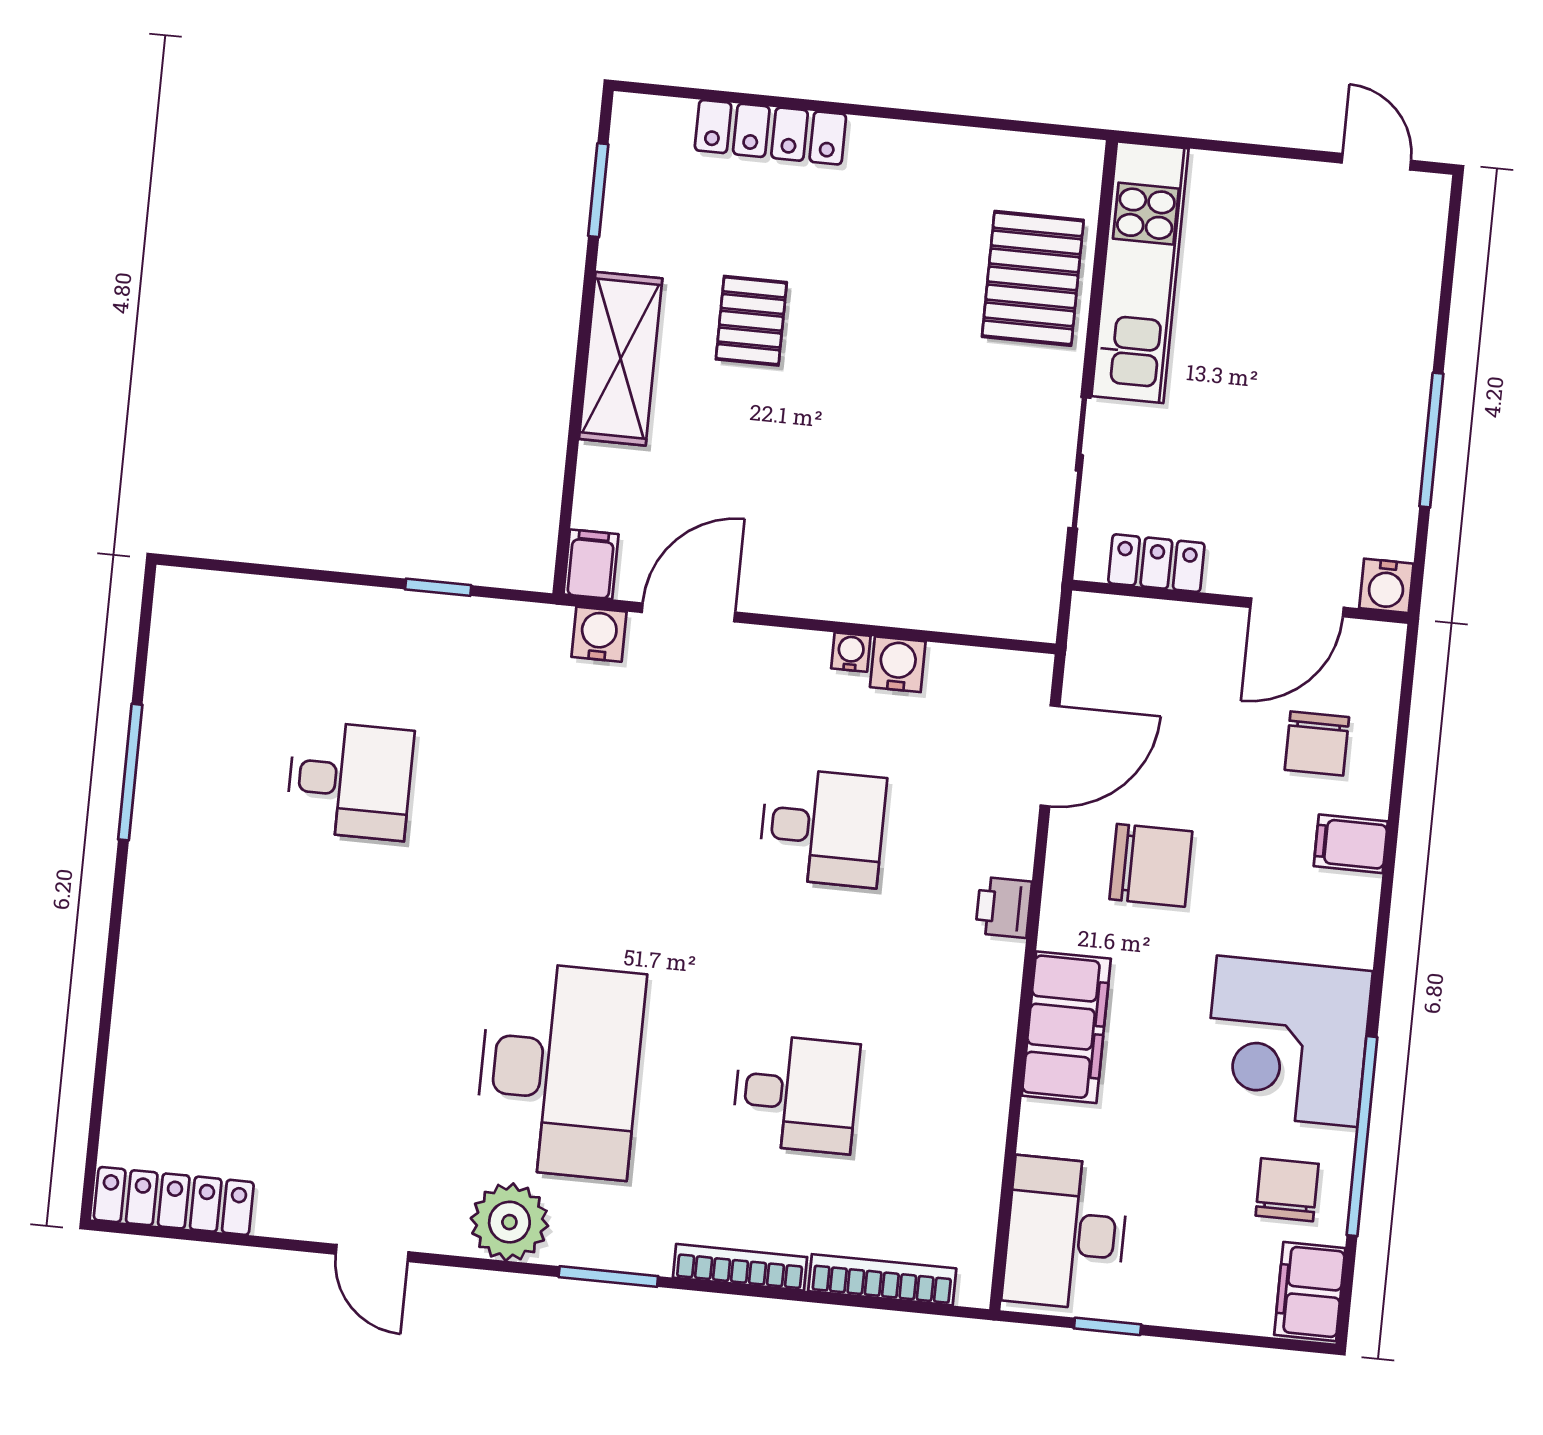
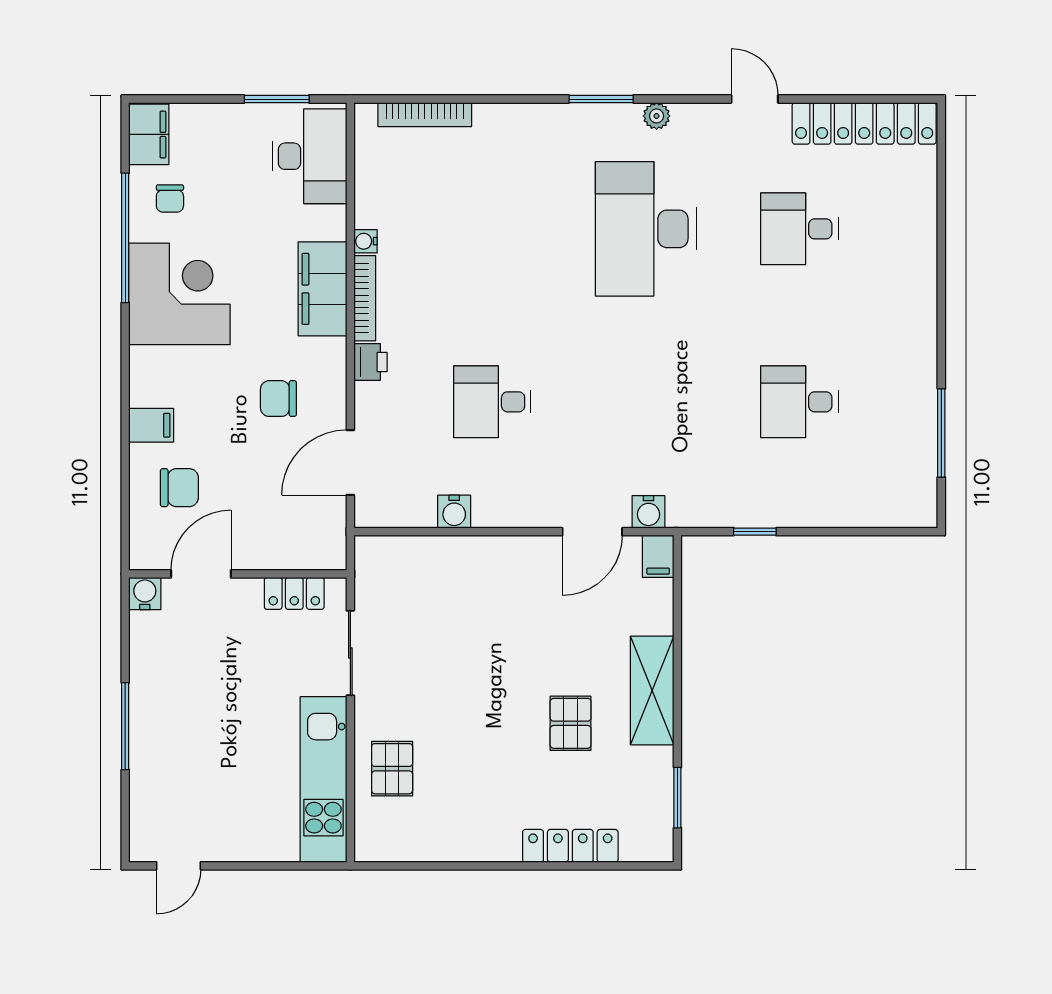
door: (1376, 162) -> (178, 866), hinge flipped
pallet: (1033, 278) -> (392, 769), width x0.67, depth x0.71
window: (1431, 440) -> (125, 726), moved
water cooler: (851, 652) -> (366, 241), moved, turned 90
chair: (1317, 743) -> (179, 488), turned 90
window: (130, 772) -> (941, 433), moved
chair: (1151, 865) -> (278, 399), width x0.73, depth x0.73
desk: (796, 1094) -> (799, 229), moved
chair: (1287, 1190) -> (170, 199), width x0.73, depth x0.73
locker: (174, 1201) -> (864, 123), width x1.41, depth x1.21
plant: (509, 1222) -> (657, 116), width x0.53, depth x0.53
bookcase: (740, 1267) -> (365, 298), moved, turned -90
window: (1108, 1326) -> (277, 99), width x1.50

